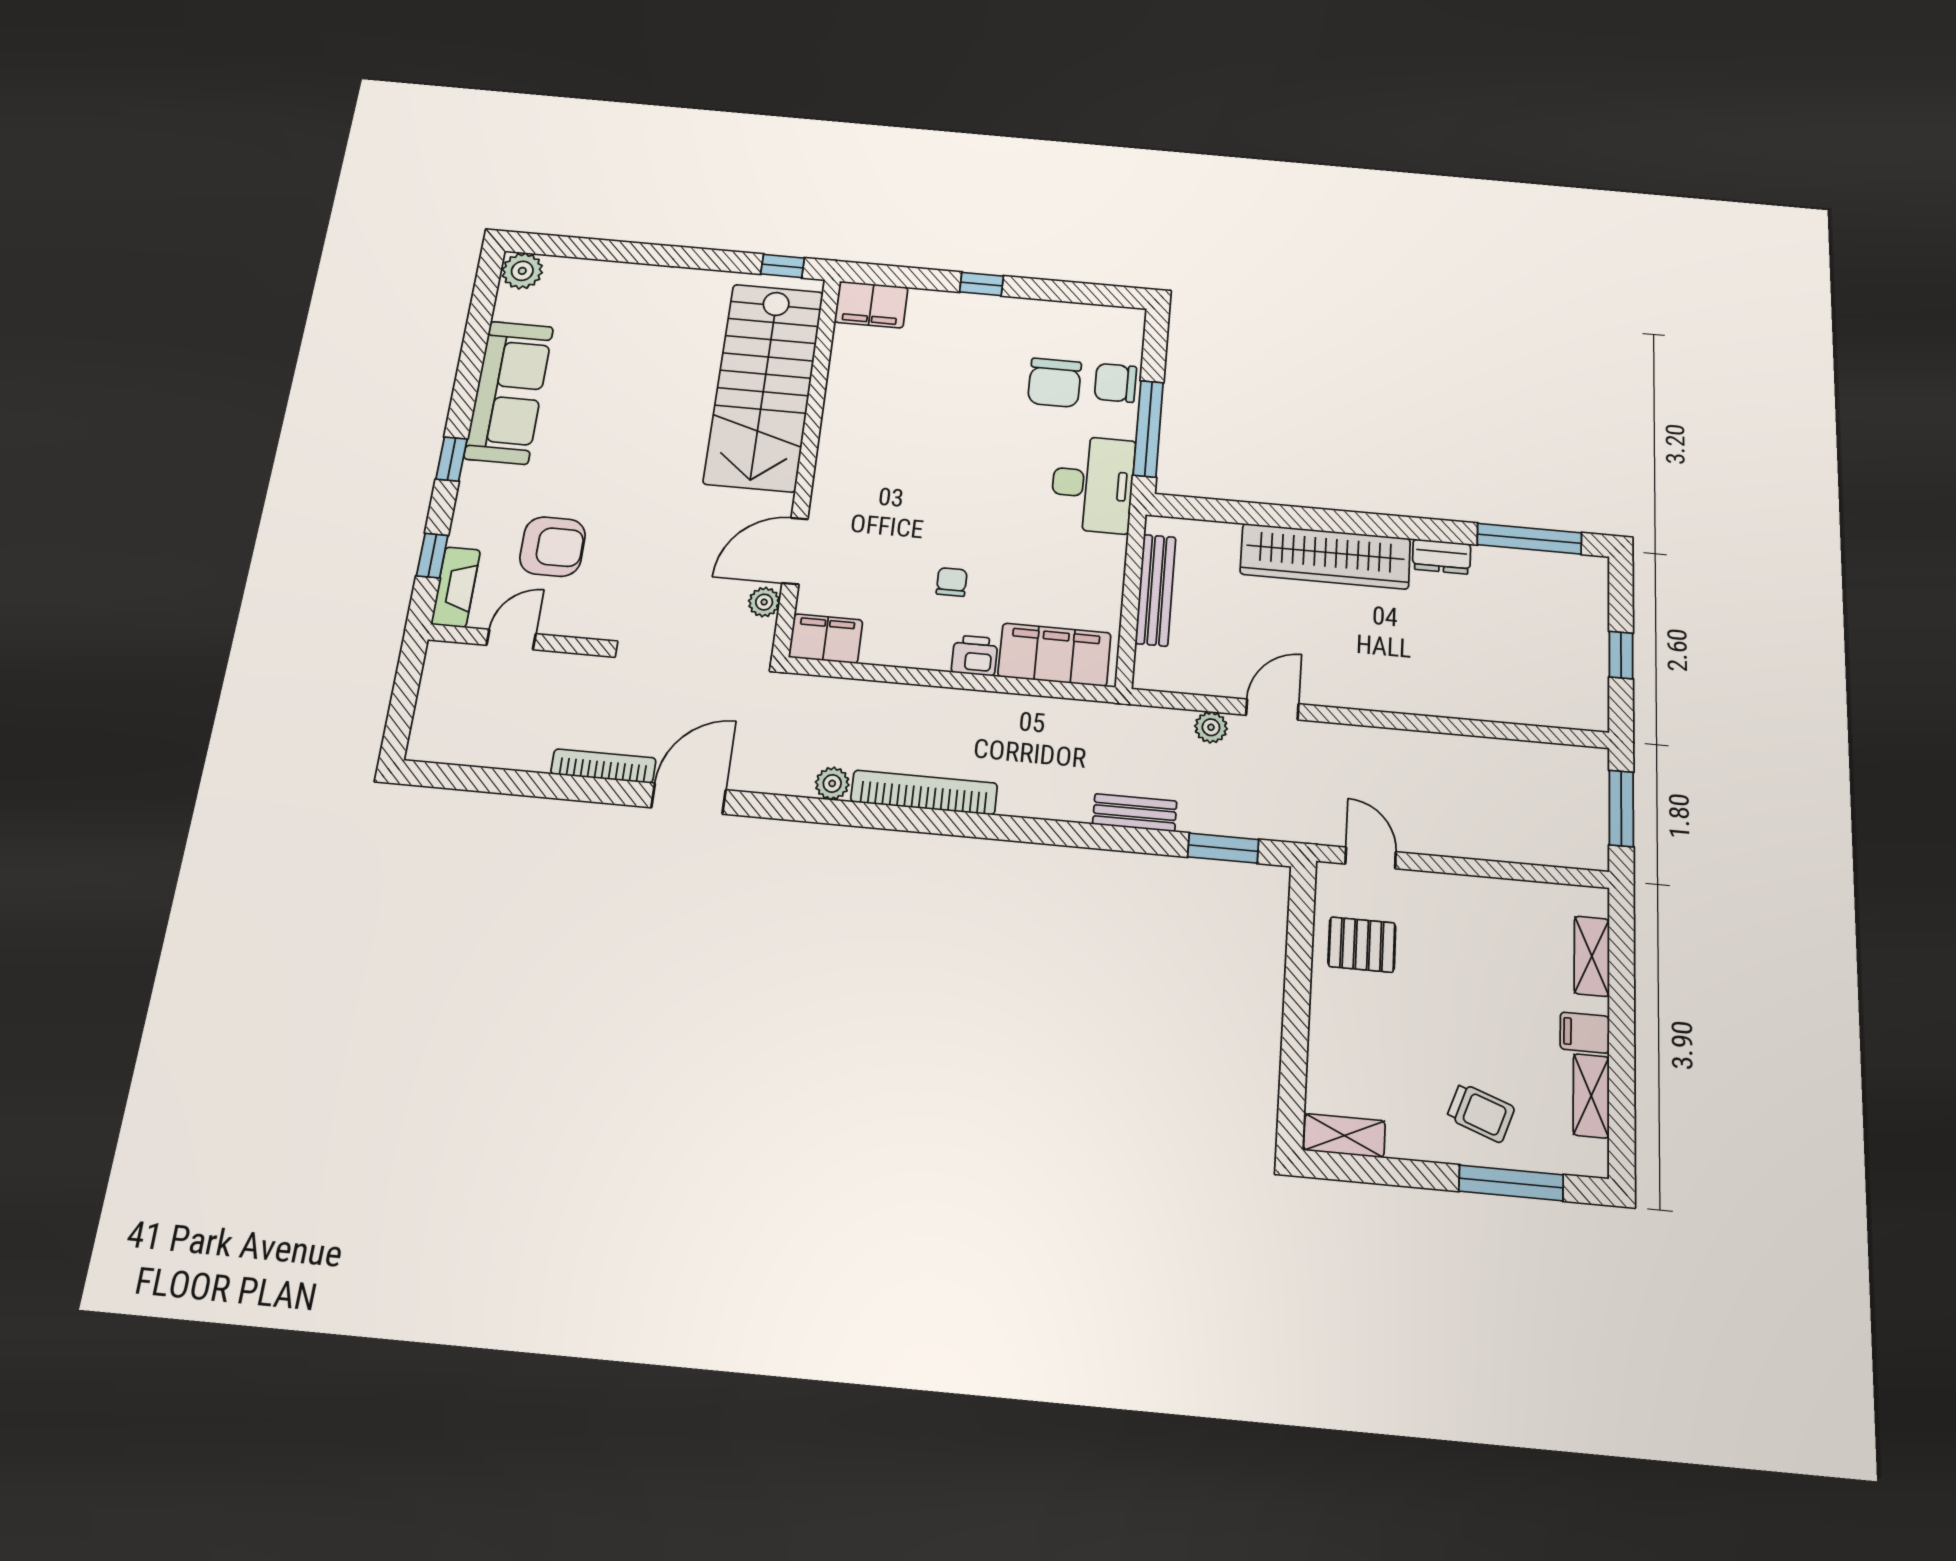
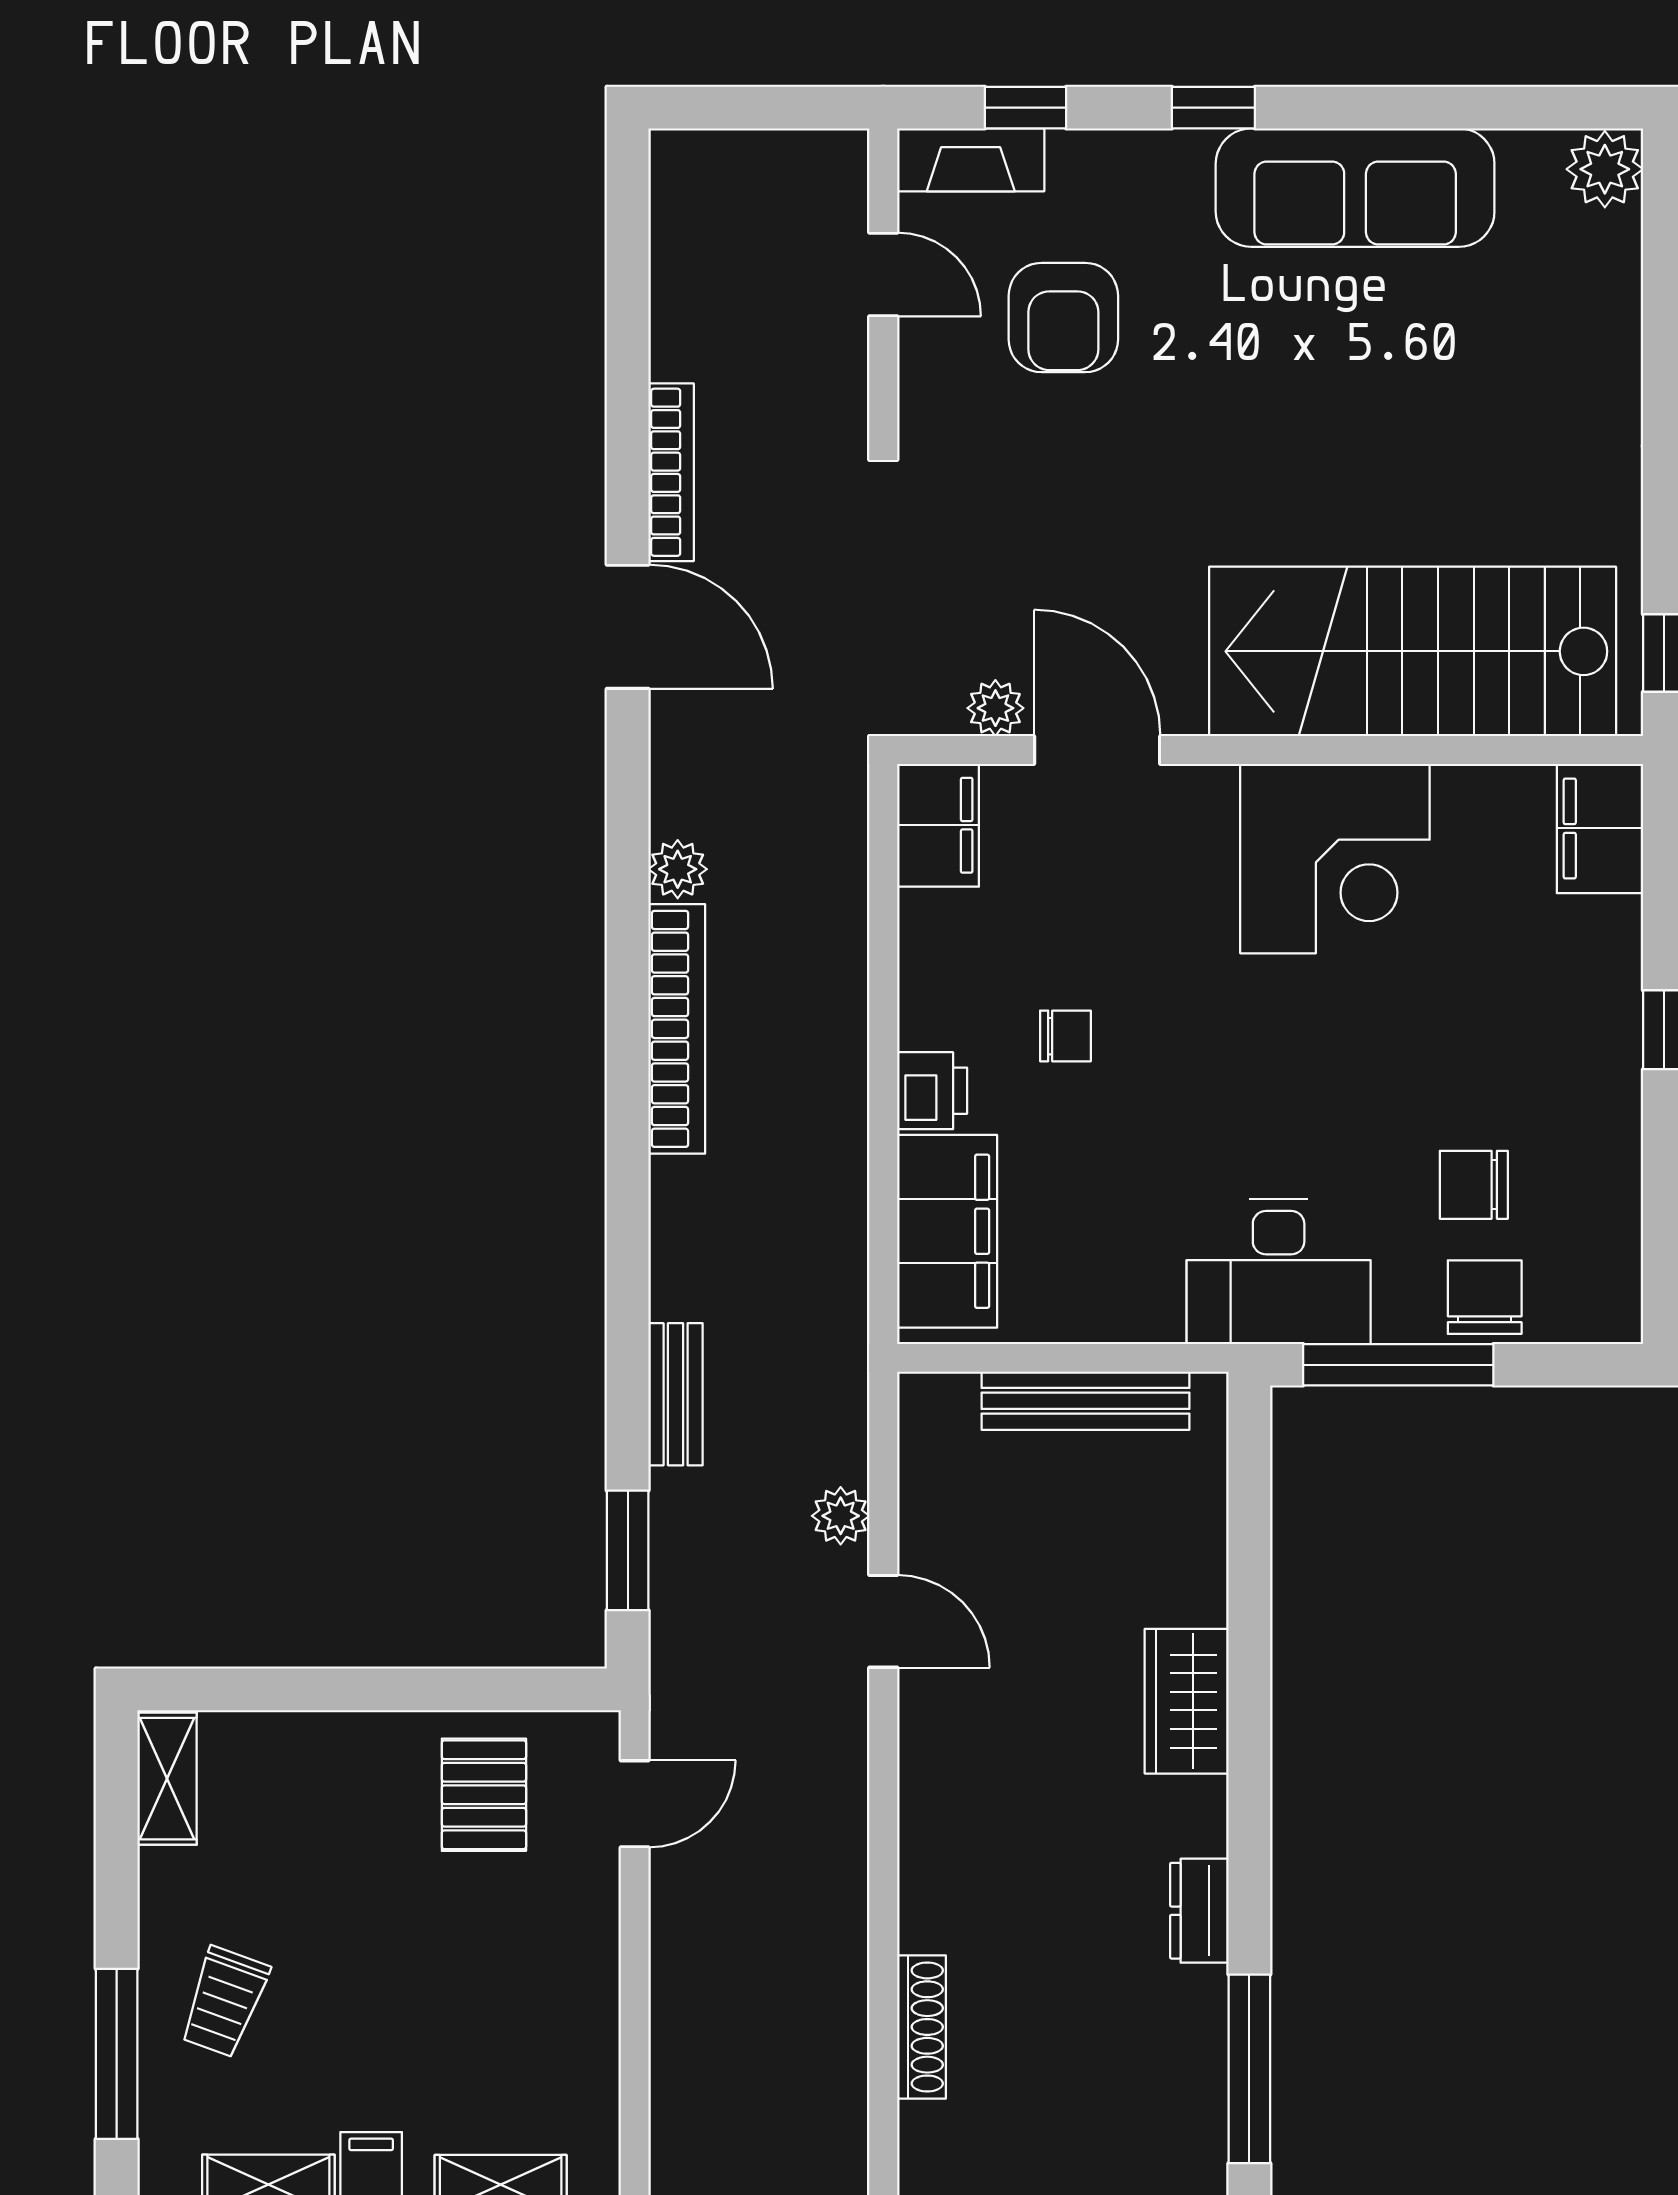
chair: (1055, 383) -> (1474, 1185), width x0.73, depth x0.73
corner desk: (871, 435) -> (1335, 859), added
wardrobe: (1325, 556) -> (1187, 1701), width x0.48, depth x0.85
shoe rack: (1503, 710) -> (921, 2027), added

